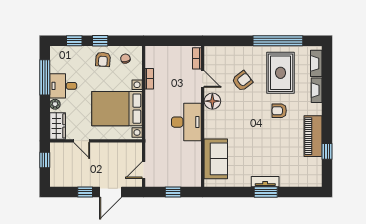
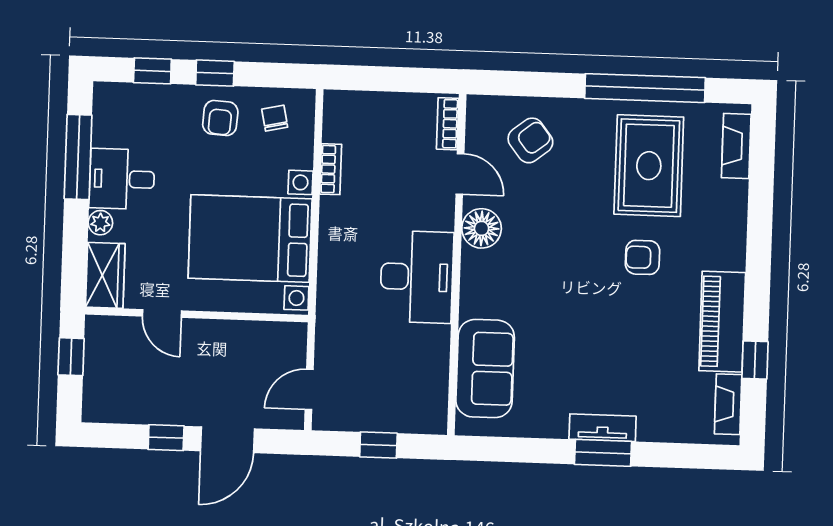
armchair: (242, 81) -> (530, 140), moved
fireplace: (317, 90) -> (728, 404), moved

